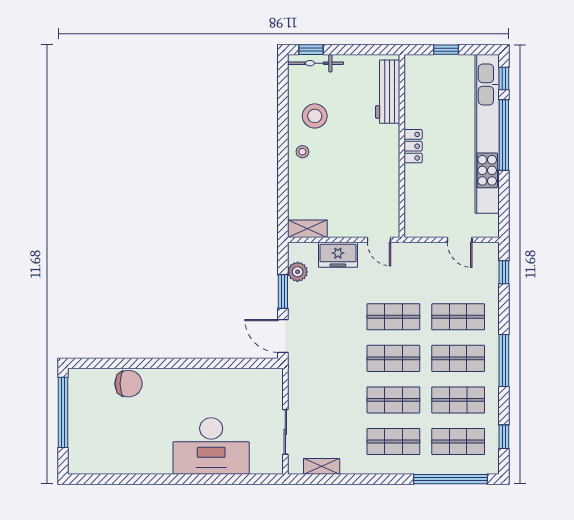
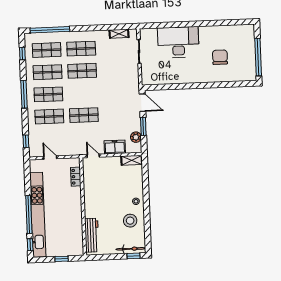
locker: (413, 146) -> (76, 177), moved
shop shelf: (393, 358) -> (83, 93), removed
chair: (128, 384) -> (220, 57), moved, turned 90

